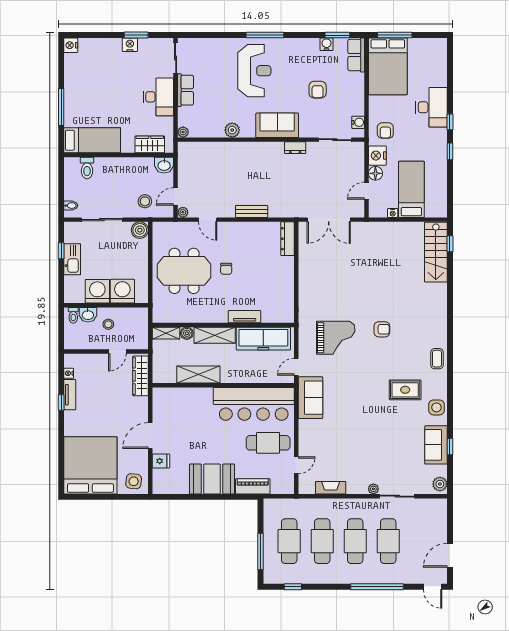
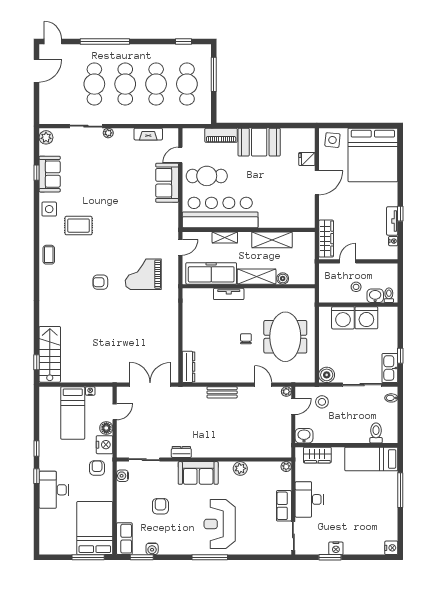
kitchen sink: (72, 259) -> (390, 368), moved
meeting table: (184, 271) -> (285, 337), turned 90
shelving: (166, 333) -> (225, 237), moved
sofa: (310, 398) -> (167, 183), moved

